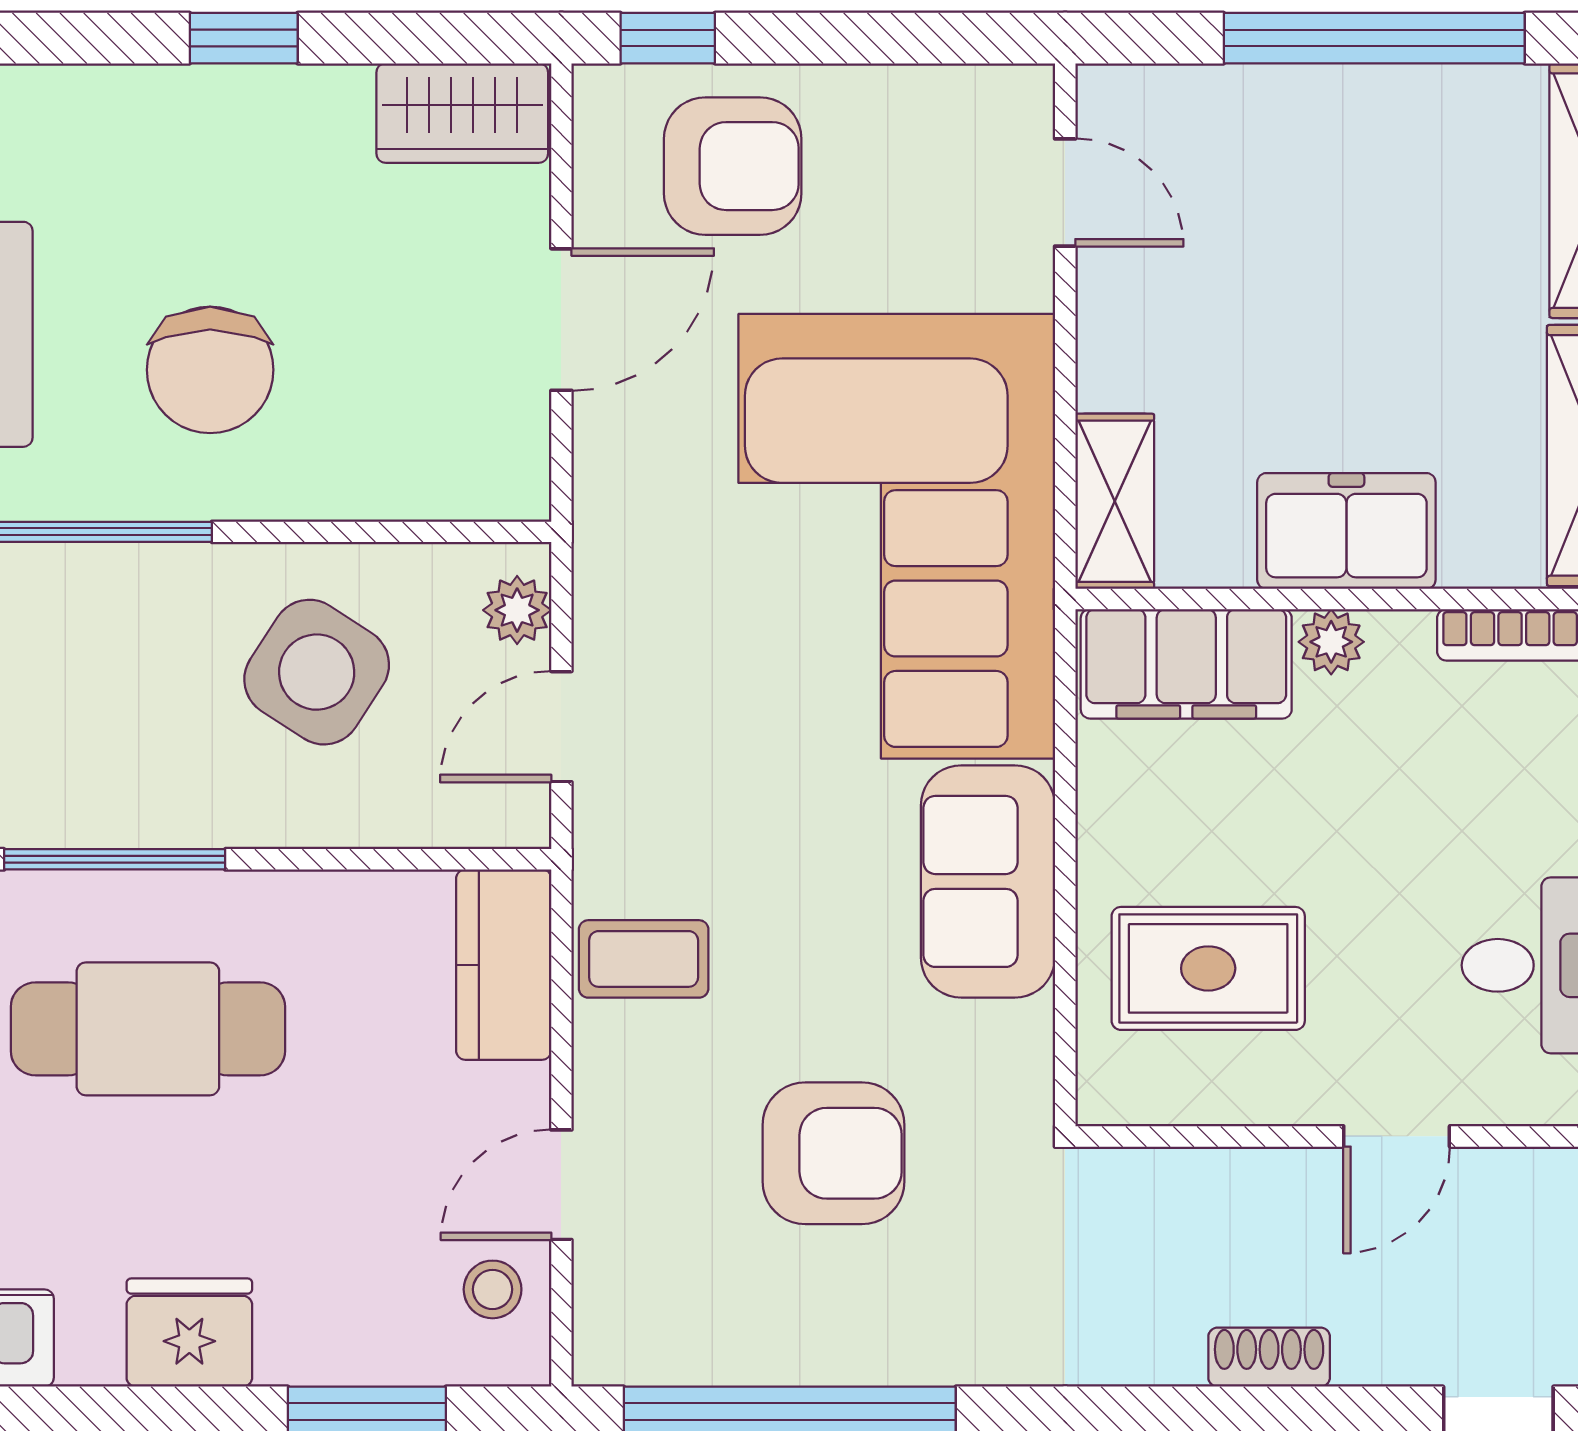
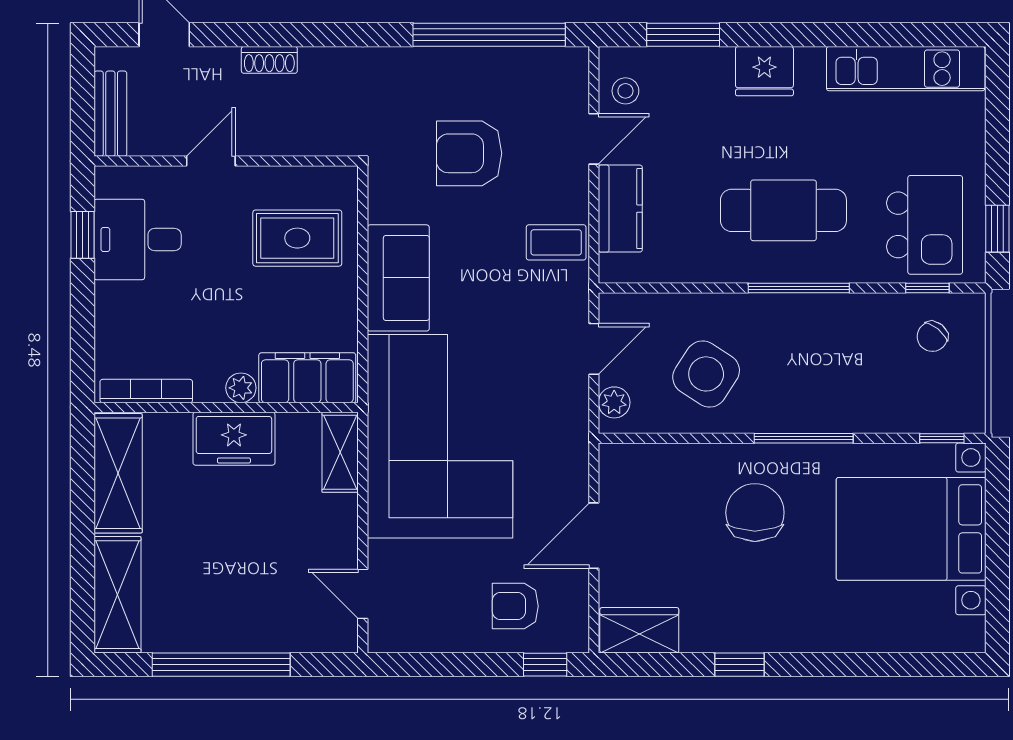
armchair: (733, 166) -> (515, 606), width x0.72, depth x0.72
kitchen counter: (504, 965) -> (620, 209), moved

